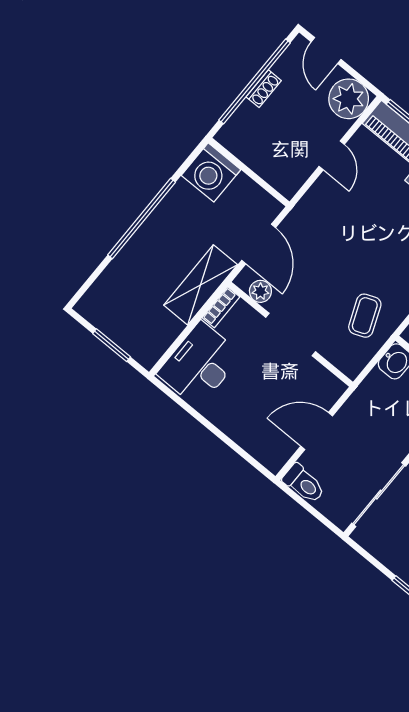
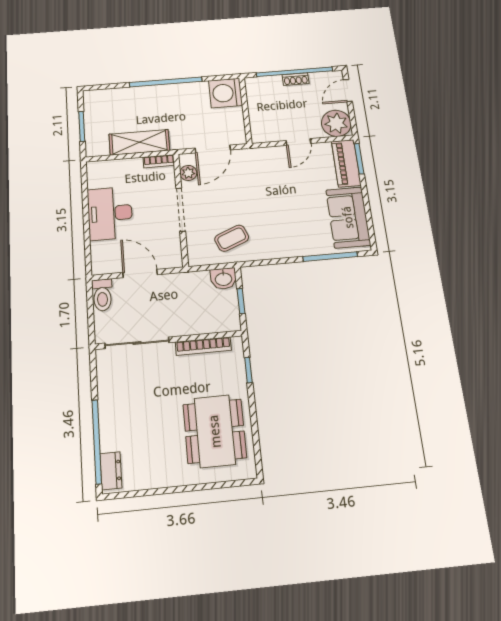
shelving: (201, 285) -> (139, 142), moved
desk: (200, 364) -> (110, 213), moved, turned -90

